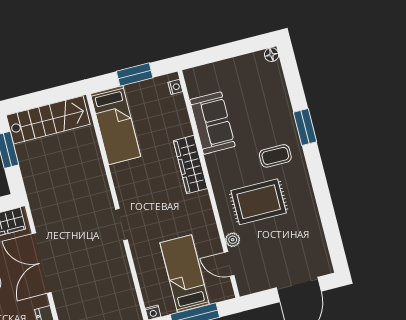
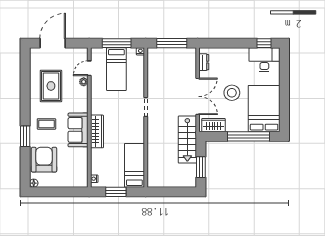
armchair: (265, 97) -> (44, 160), added
stairs: (48, 120) -> (187, 140), moved, turned -90
sofa: (212, 123) -> (78, 130), moved
rug: (259, 202) -> (51, 86), moved, turned 90
door: (229, 264) -> (89, 68), swing flipped

